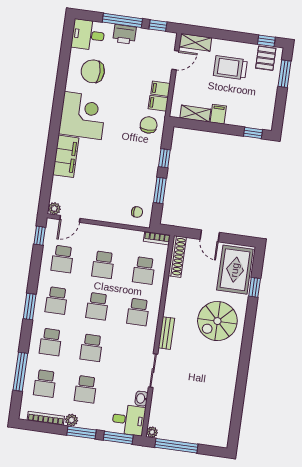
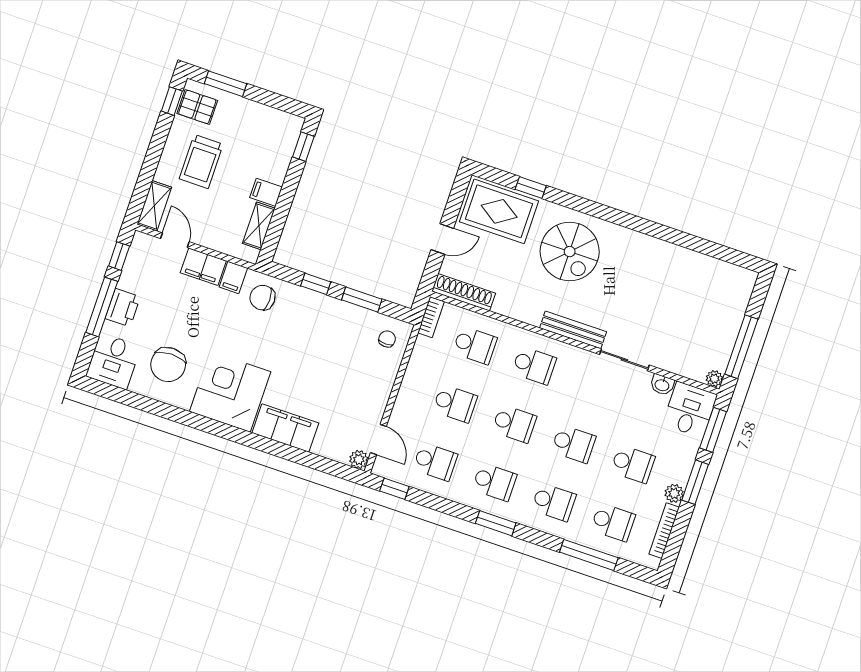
filing cabinet: (161, 89) -> (203, 267), width x2.00
bench: (166, 333) -> (573, 330), width x1.36

